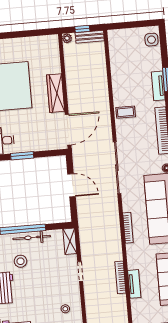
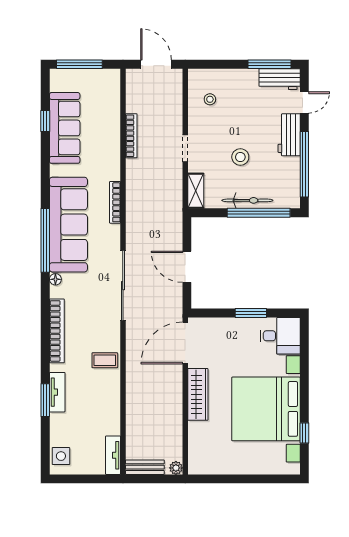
window: (82, 29) -> (154, 479), removed
stool: (21, 261) -> (240, 157), moved
tv unit: (134, 284) -> (113, 455), moved

